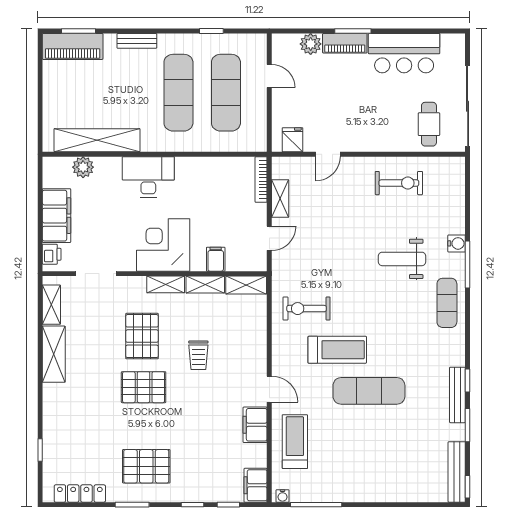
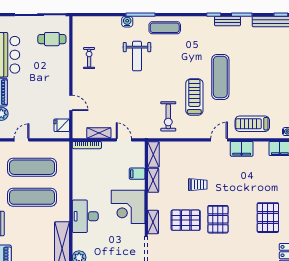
exercise bike: (399, 183) -> (89, 58), width x0.73, depth x0.72
shelving: (166, 284) -> (153, 222), moved
bench: (457, 395) -> (228, 21), width x0.73

